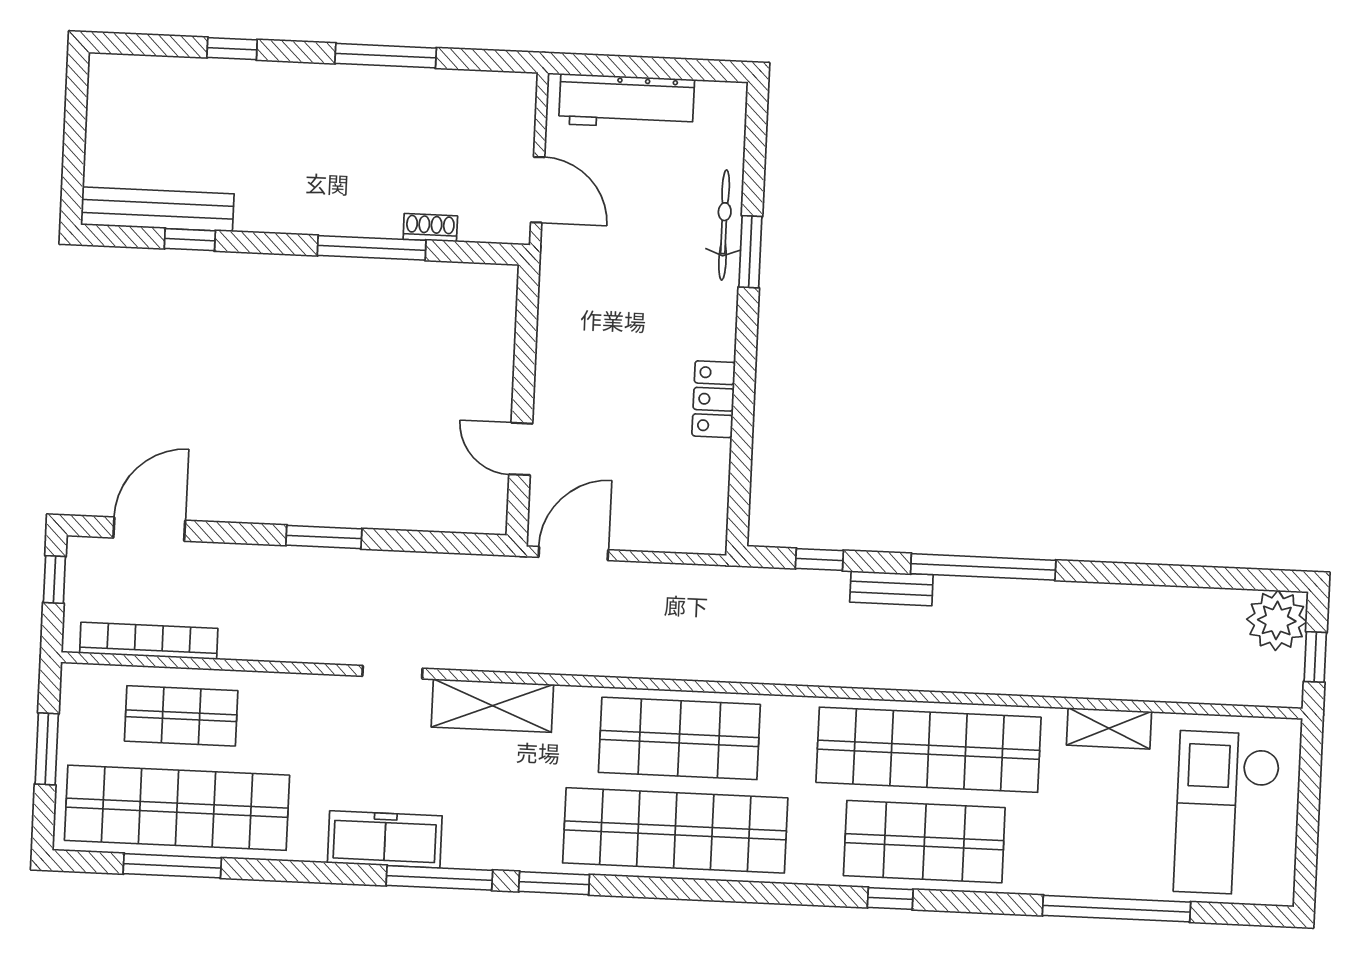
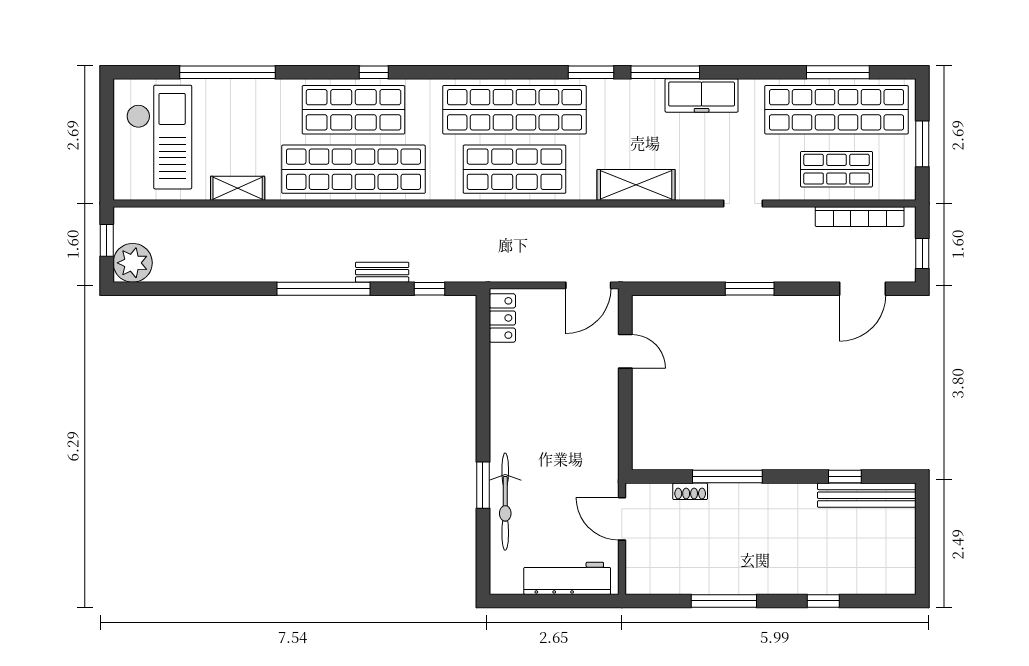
bicycle: (724, 225) -> (505, 502), width x1.37, depth x1.40
locker: (714, 399) -> (502, 318), moved
doorway: (392, 672) -> (743, 203), moved

